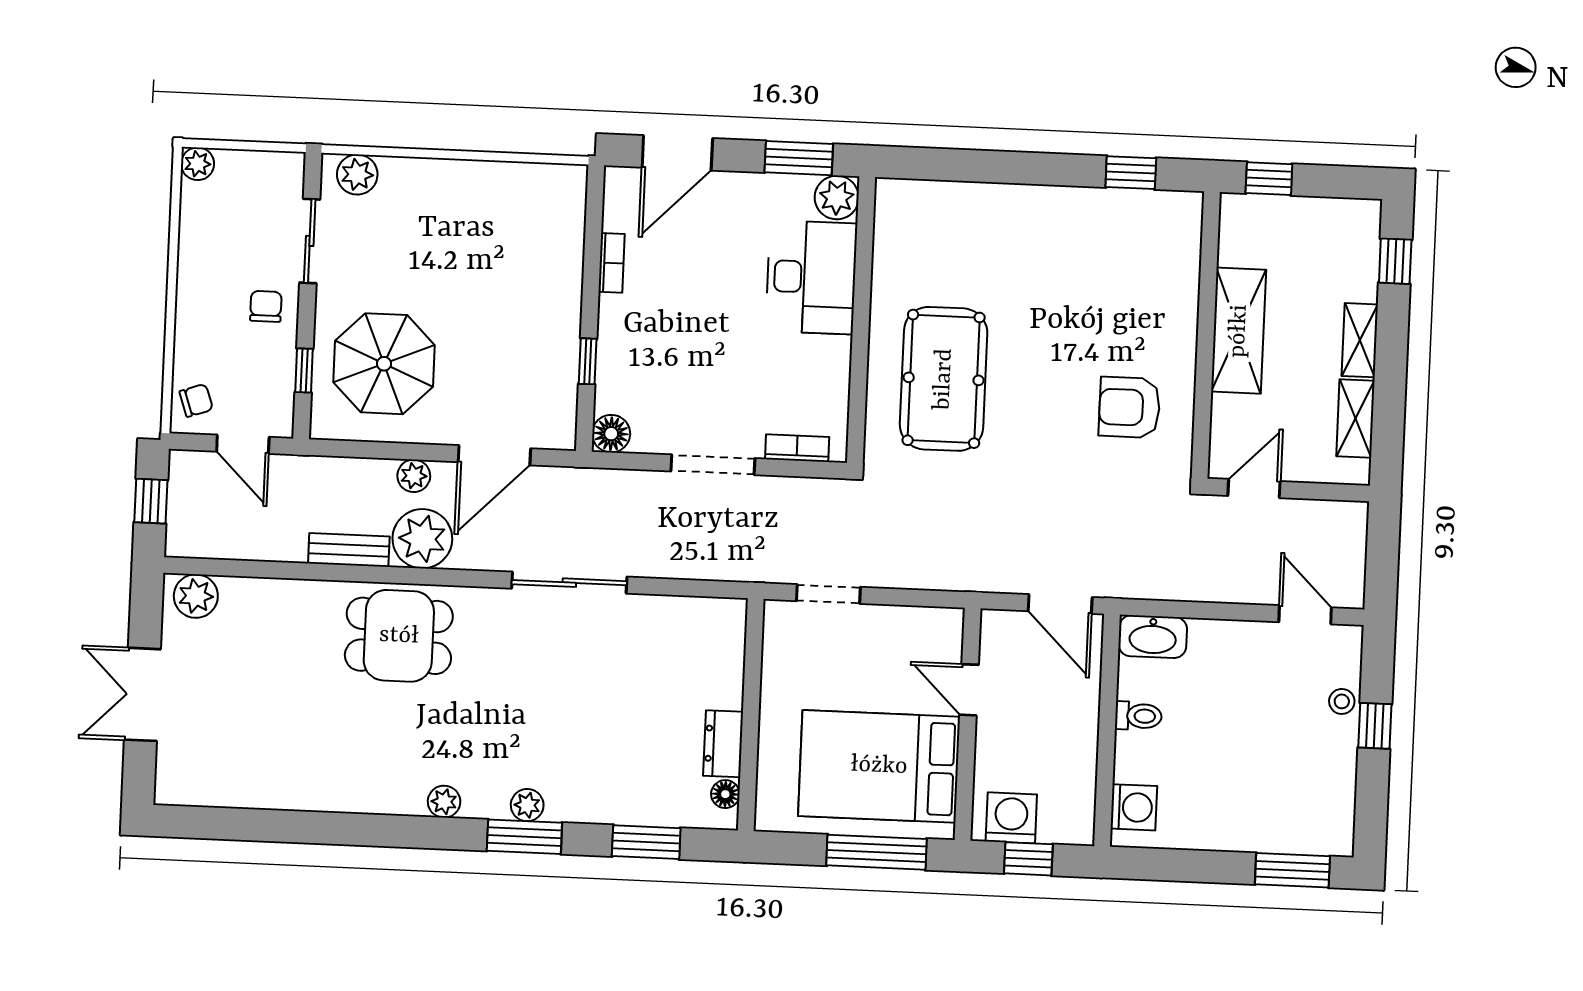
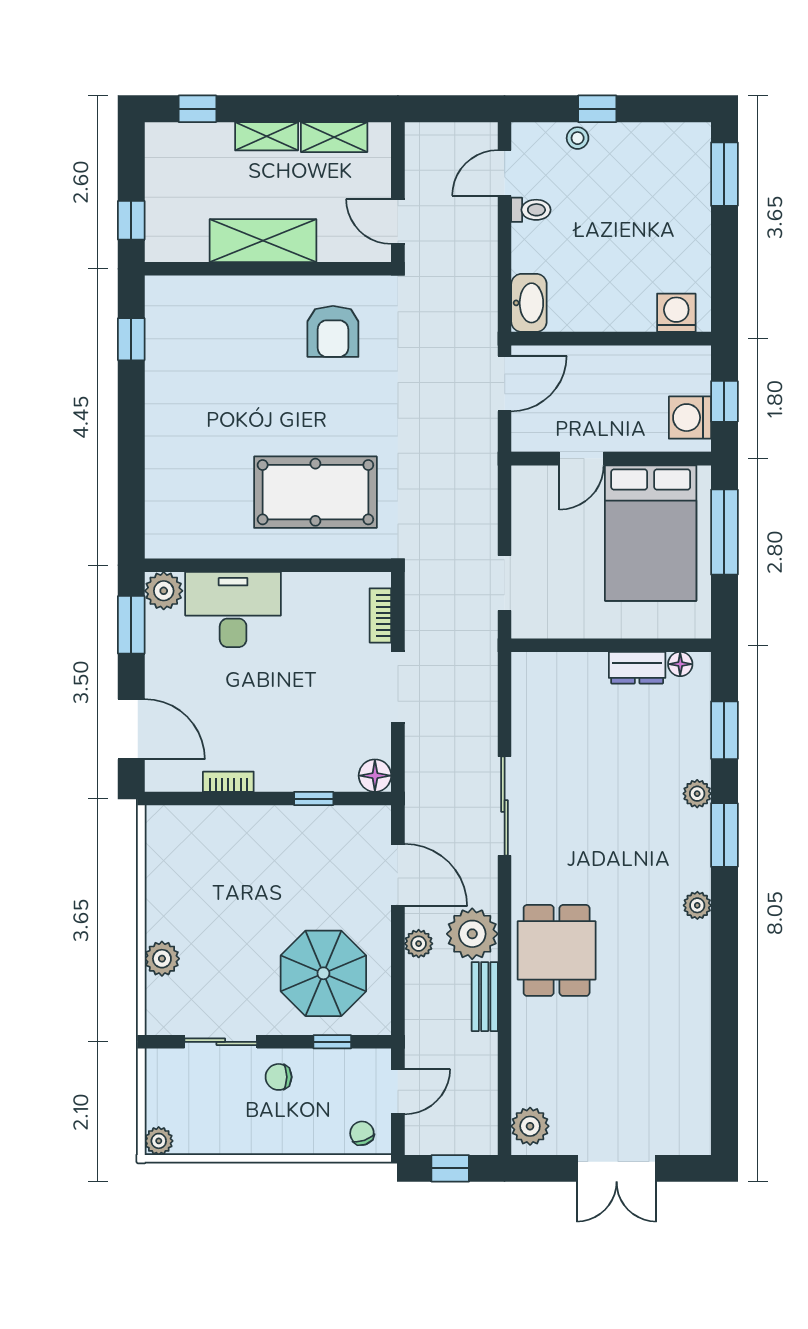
plant: (357, 175) -> (162, 959), moved
toilet: (1138, 716) -> (531, 210), moved, turned 90
plant: (527, 805) -> (697, 794), moved

